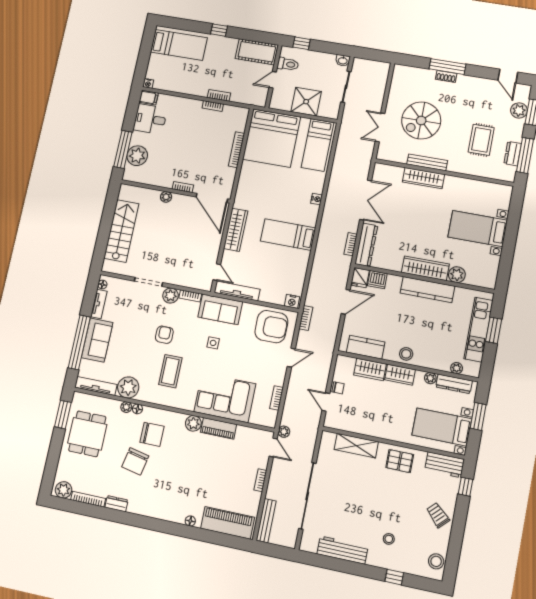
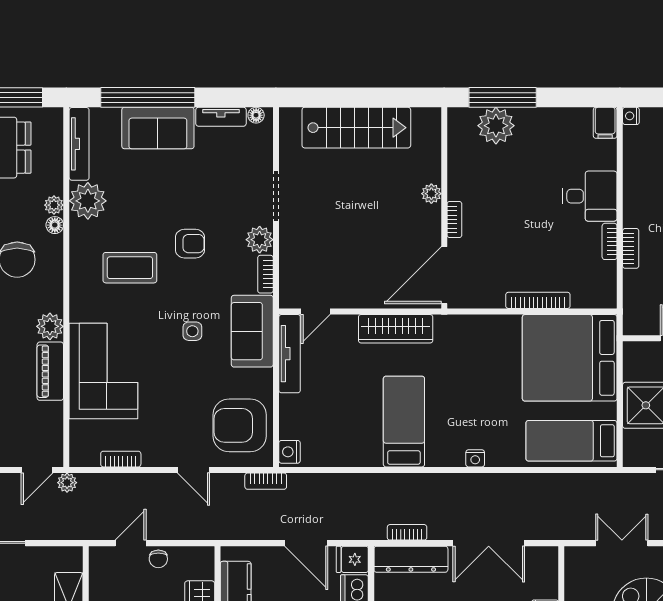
desk: (150, 119) -> (590, 196), moved, turned 90
armchair: (271, 327) -> (240, 425), turned 90

